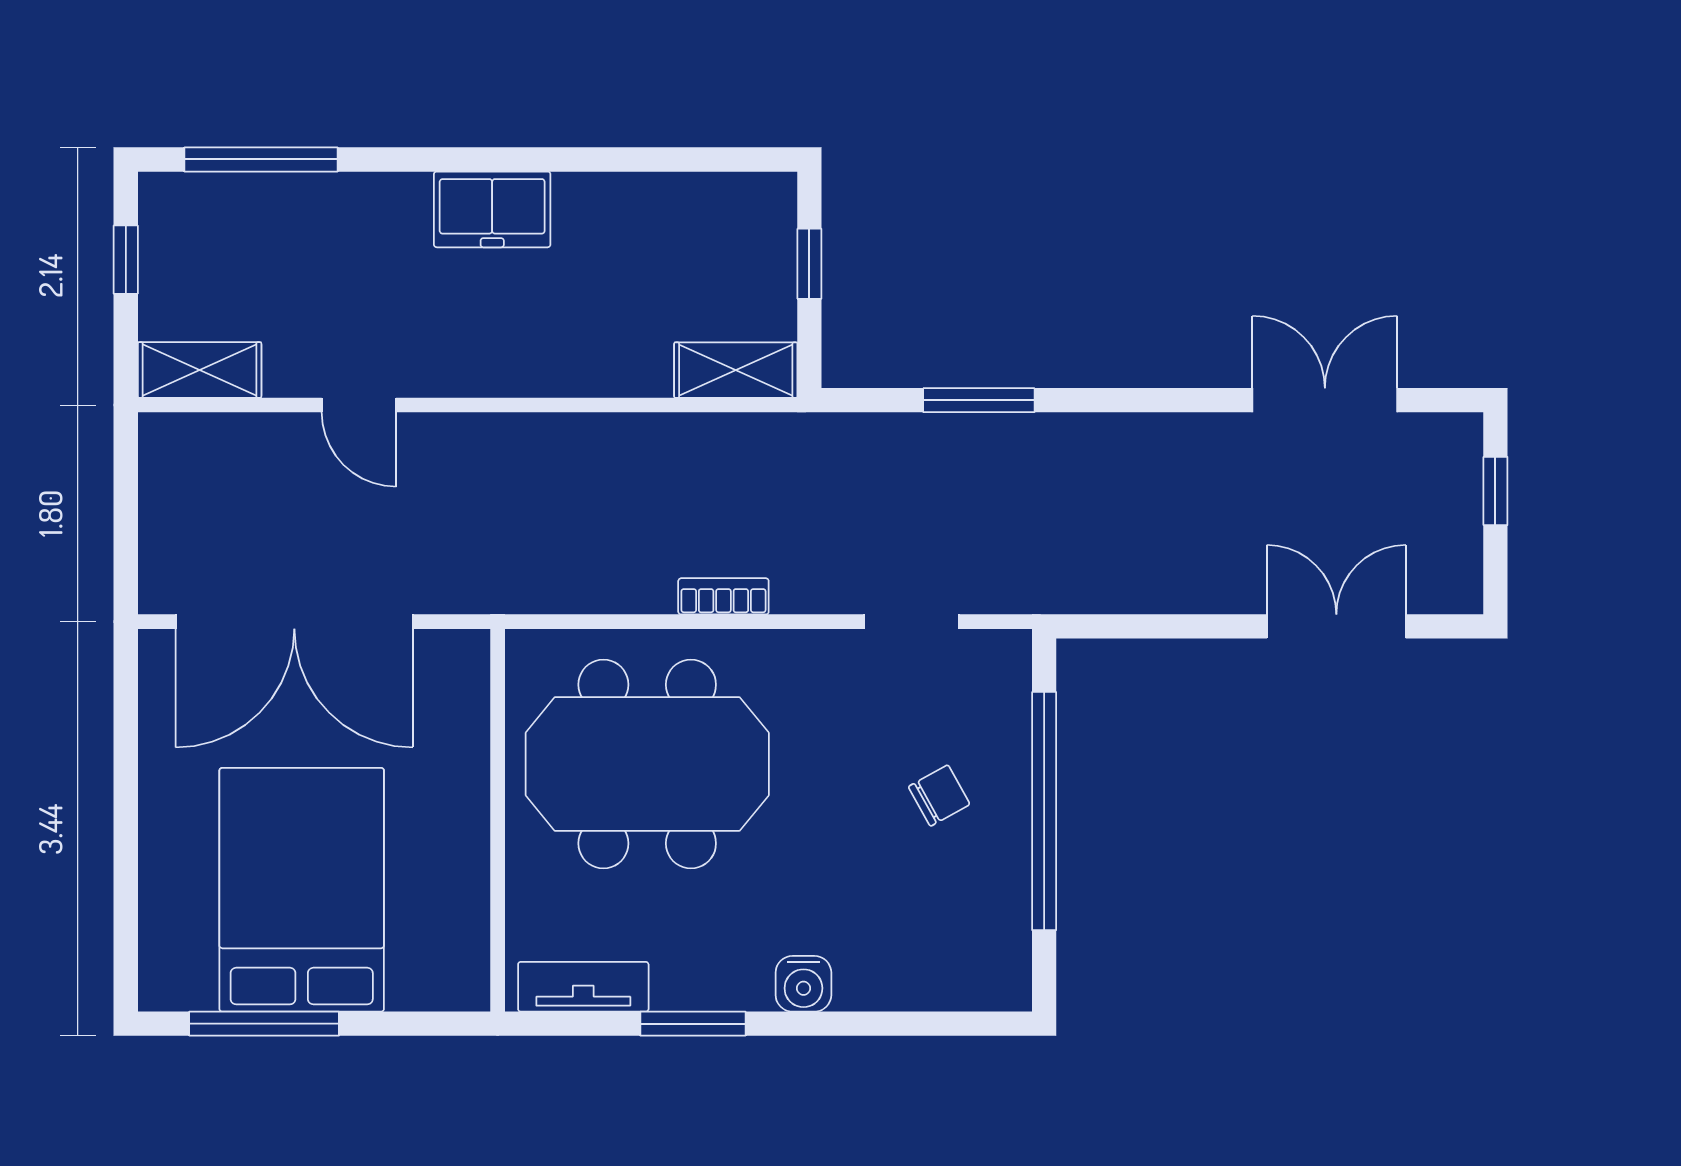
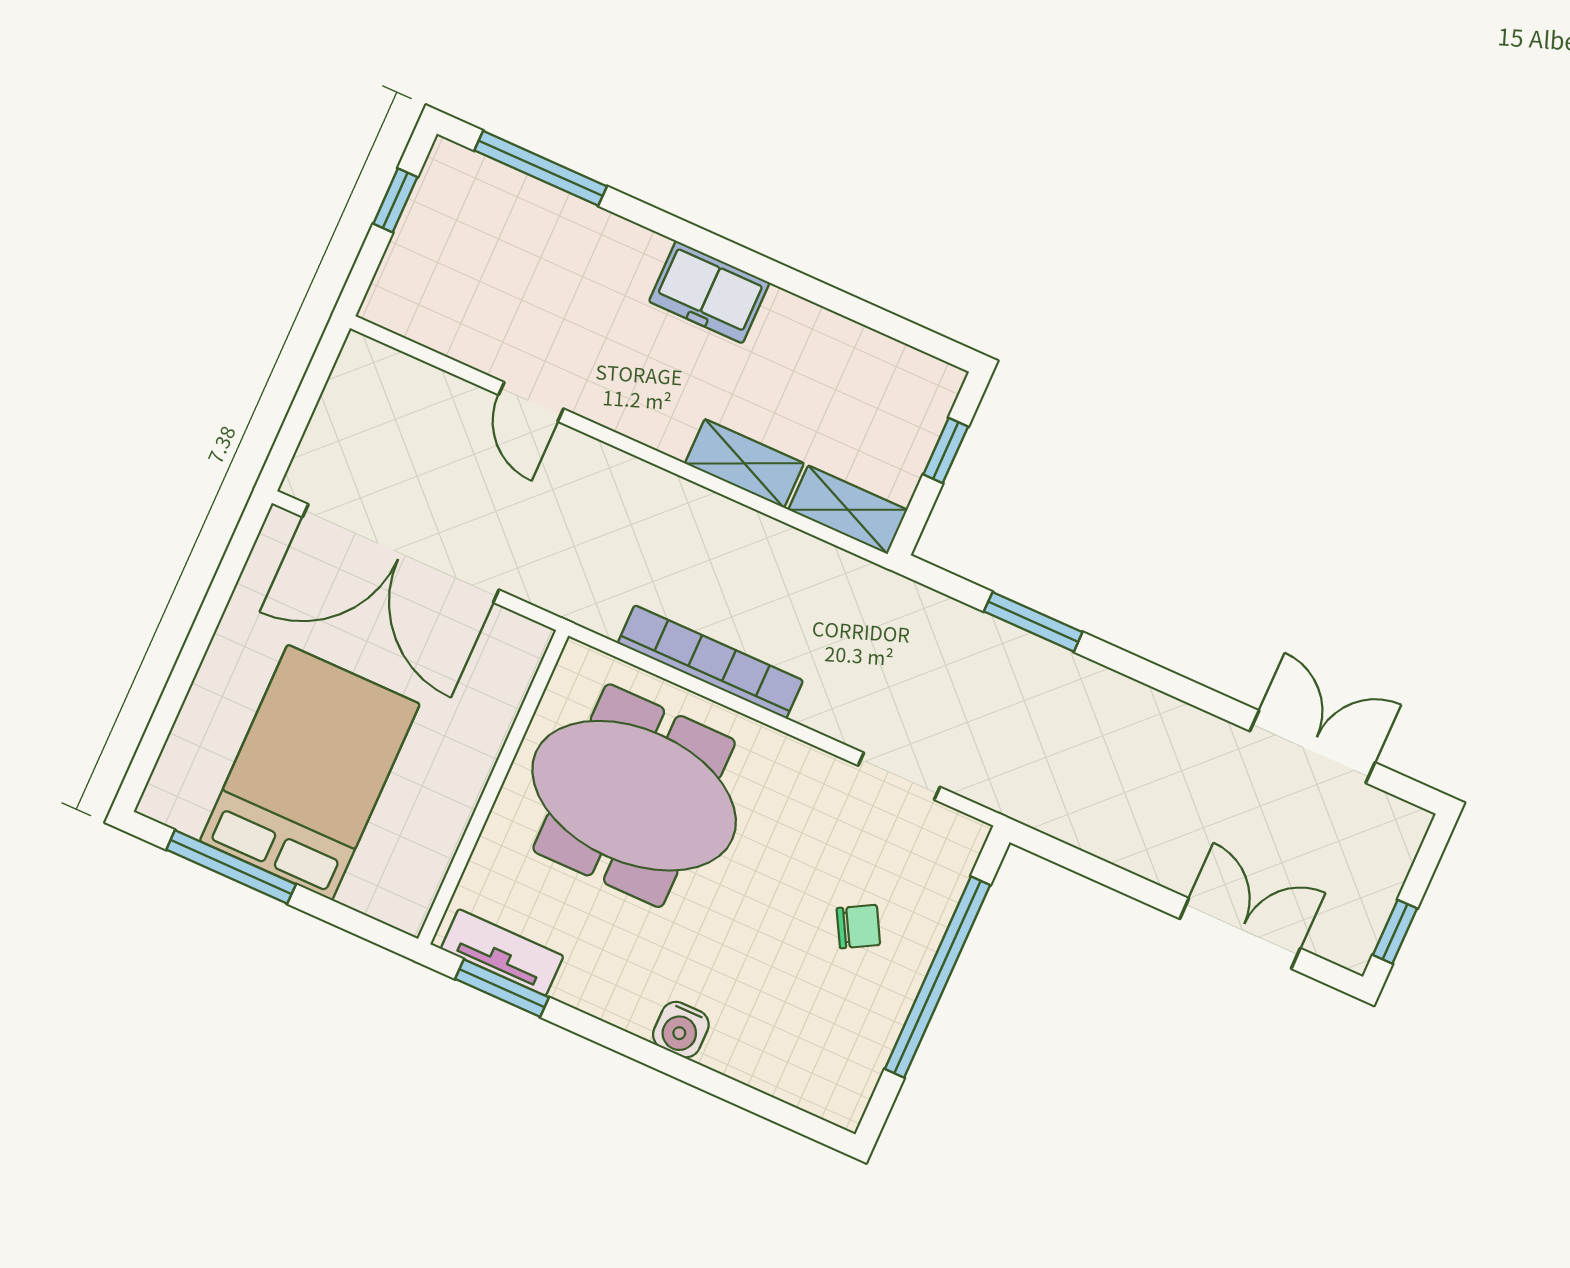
shelving: (200, 370) -> (744, 463), moved
window: (1495, 491) -> (1395, 932), moved
bookcase: (723, 596) -> (710, 662), width x2.31, depth x1.31
window: (693, 1024) -> (502, 988), moved

